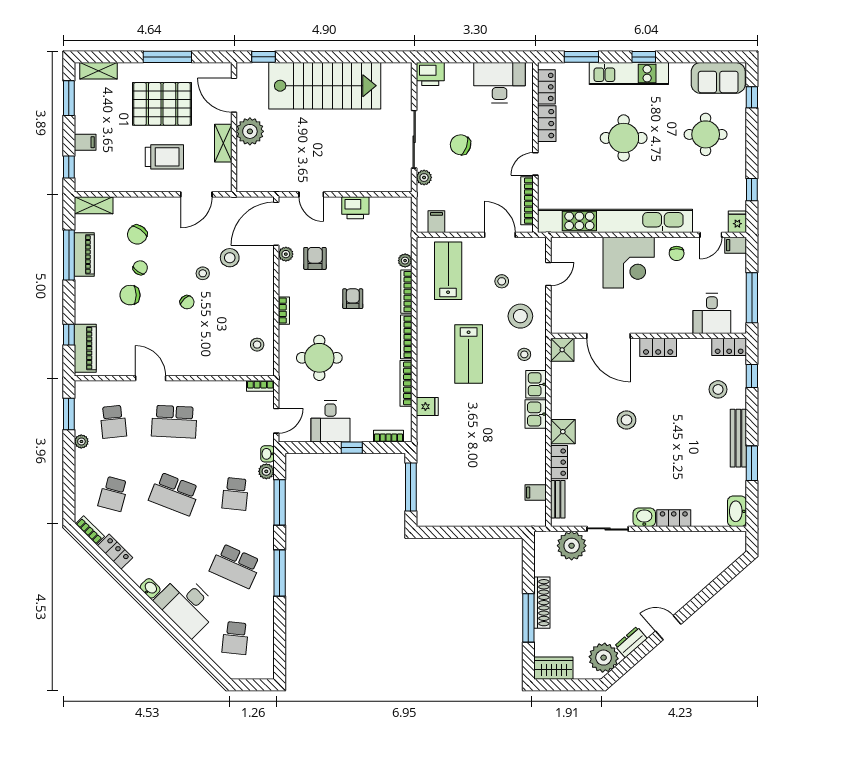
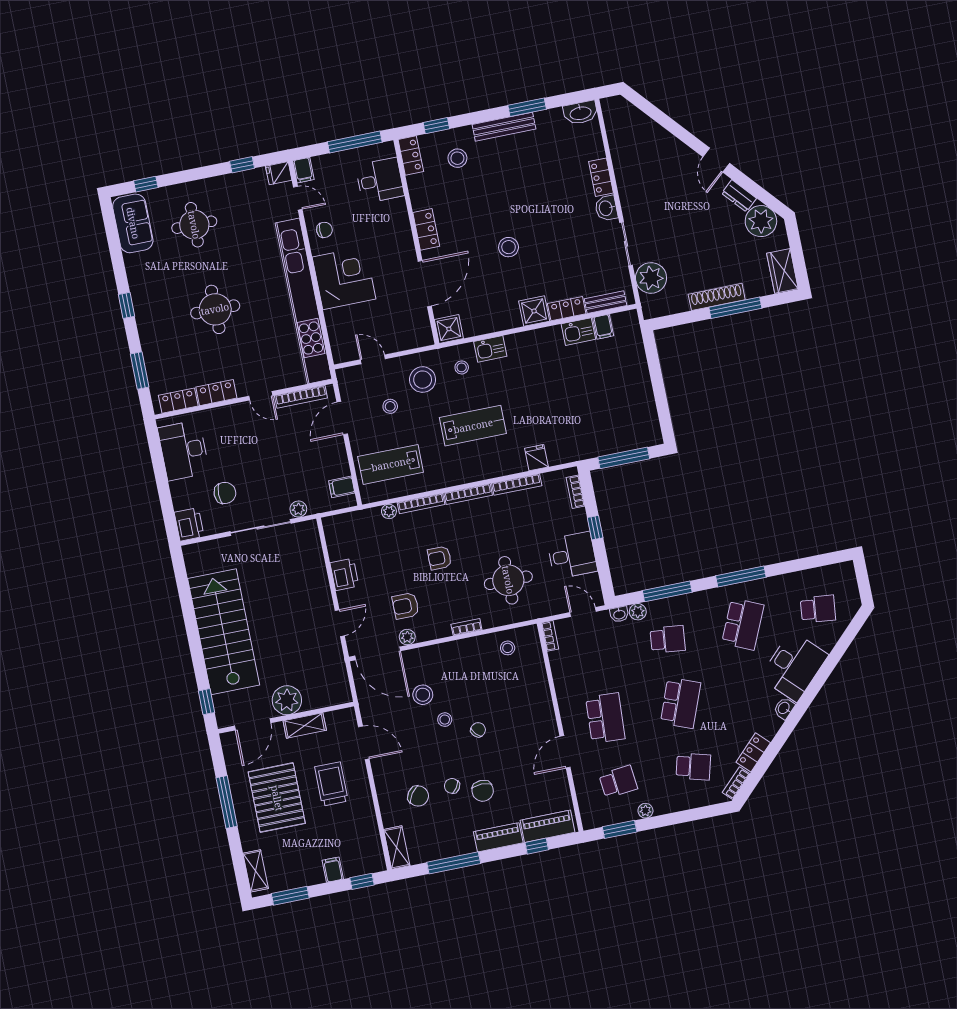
kitchen unit: (629, 74) -> (147, 317), removed
chair: (461, 145) -> (225, 493), moved, turned -110
piano: (84, 254) -> (498, 837), moved
kitchen sink: (536, 414) -> (578, 332), moved

